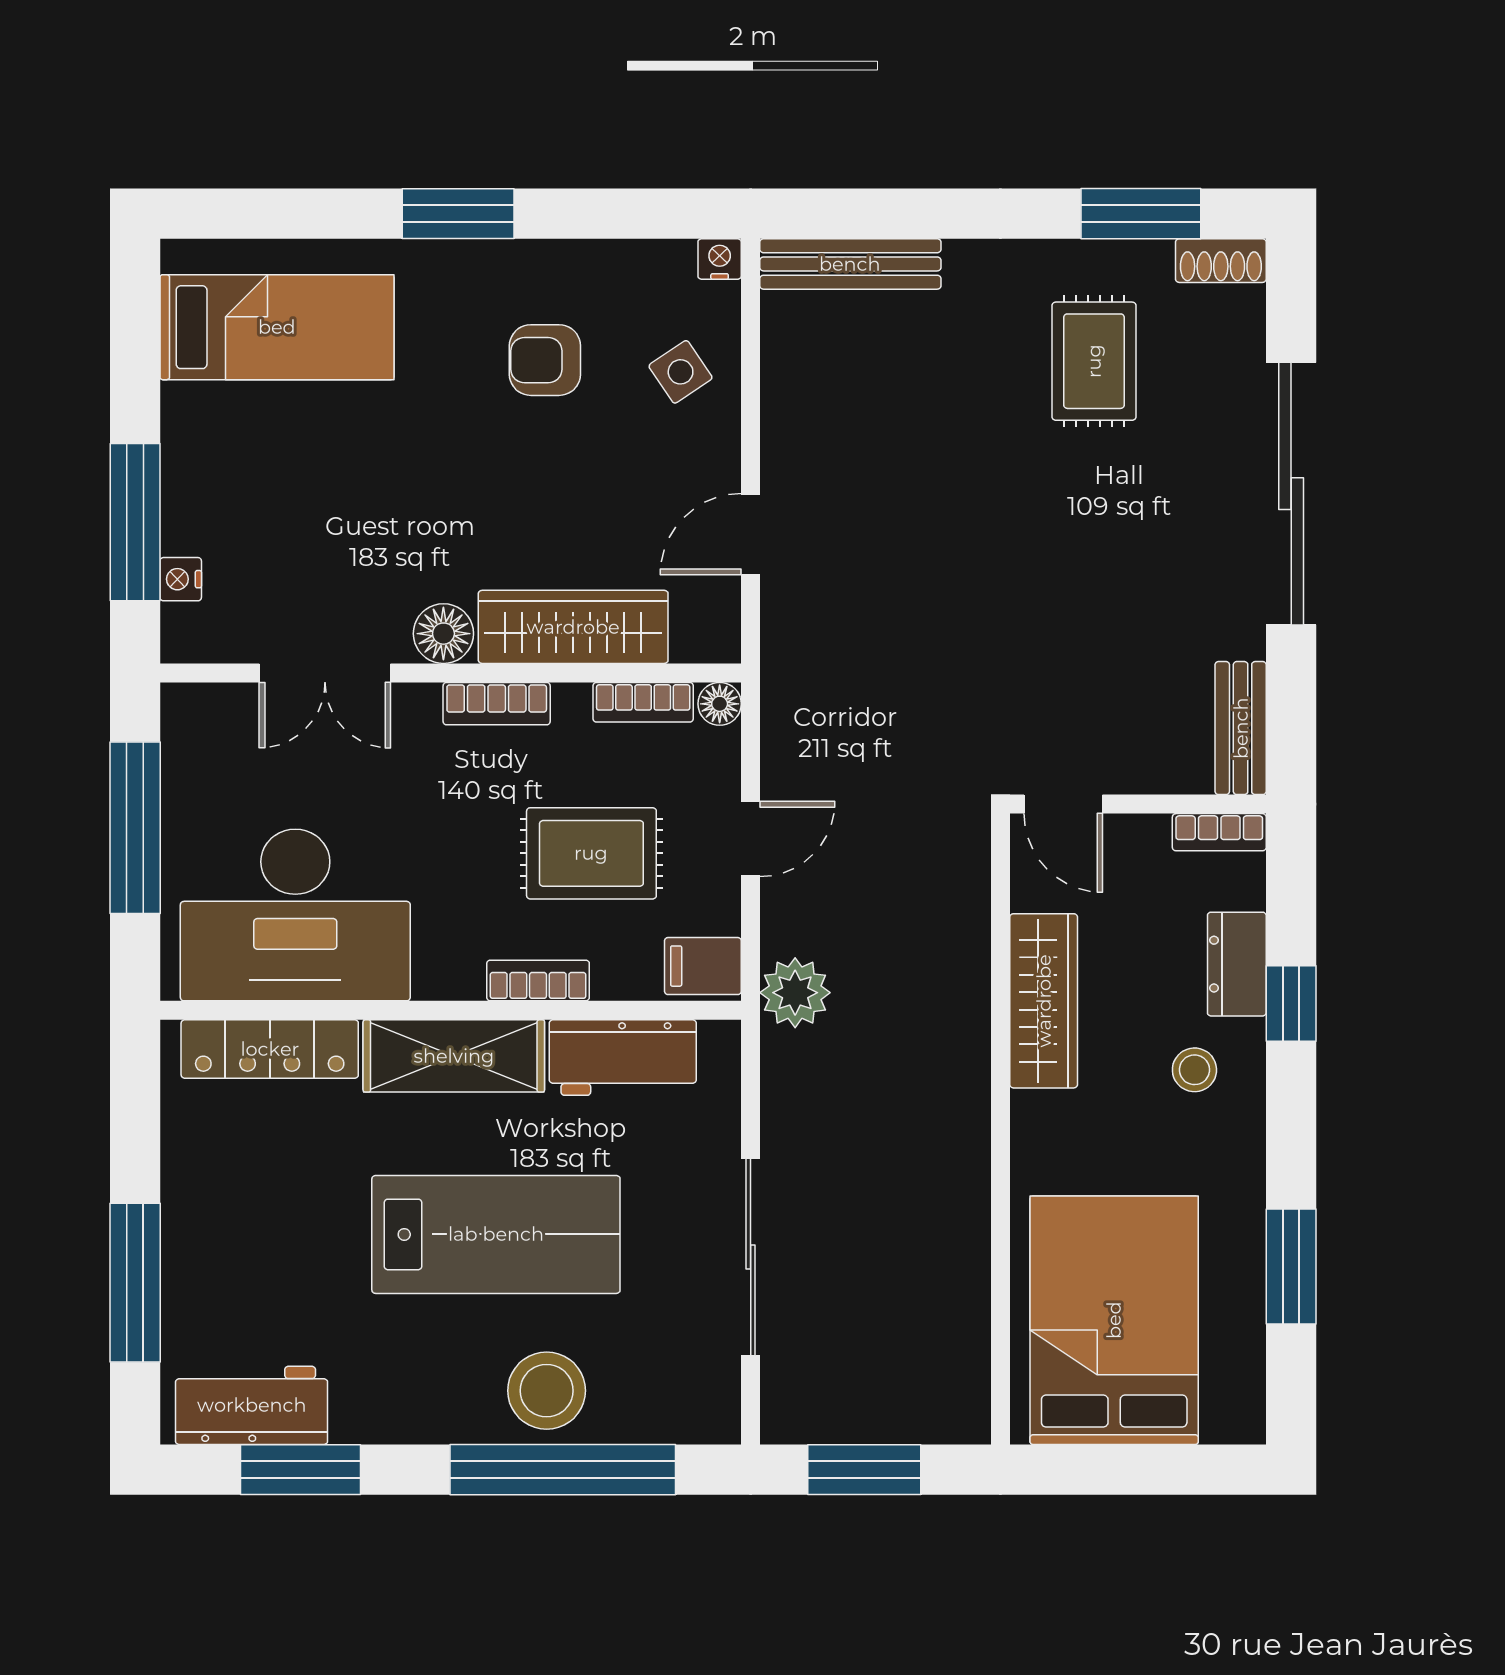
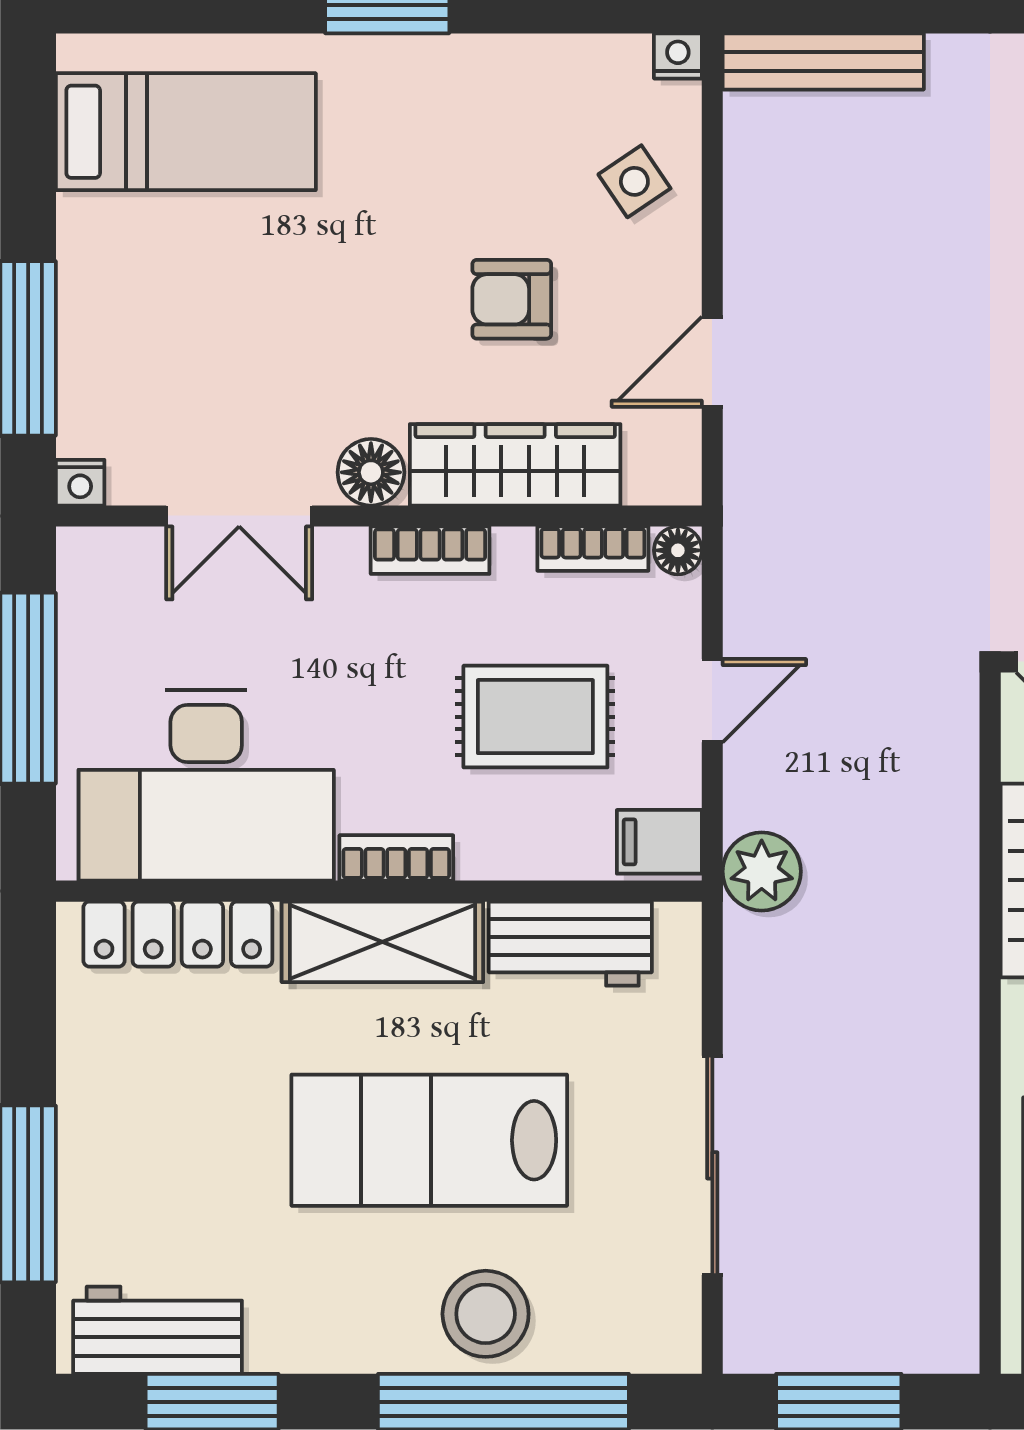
armchair: (545, 360) -> (512, 299), moved
nightstand: (181, 579) -> (80, 483), moved, turned -90
bookcase: (538, 980) -> (396, 858), moved
lab bench: (496, 1234) -> (429, 1140), turned 180

